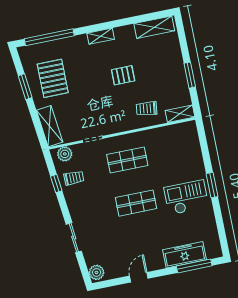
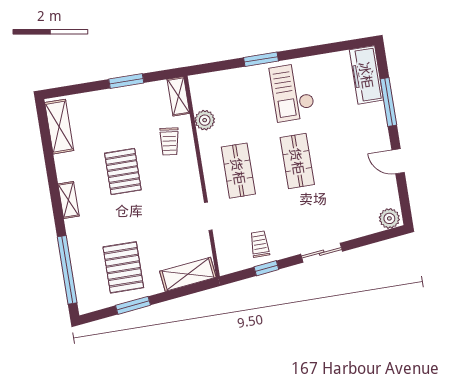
pallet: (123, 75) -> (123, 172), width x1.50, depth x1.42
pallet: (53, 78) -> (123, 267), turned 90
plant: (65, 154) -> (205, 120), moved
window: (212, 185) -> (261, 59), moved
sliding door: (74, 238) -> (322, 253), moved
freezer: (184, 255) -> (366, 75), moved
window: (194, 266) -> (388, 102), moved

